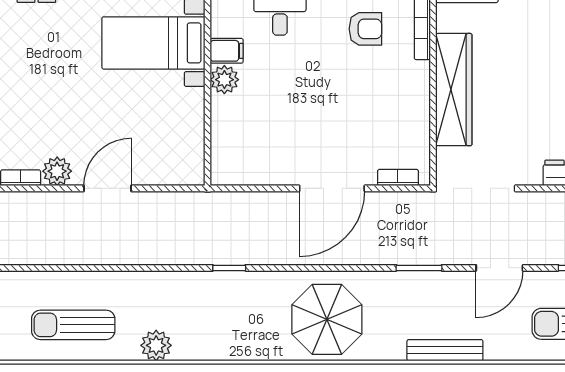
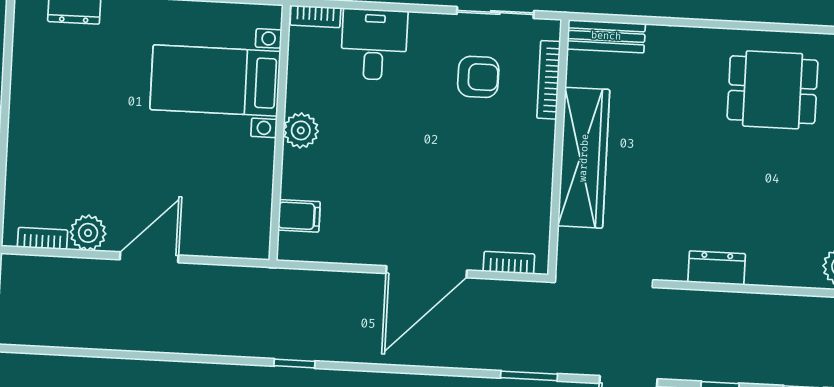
filing cabinet: (227, 51) -> (299, 216), moved

